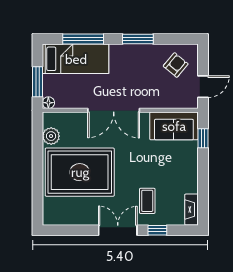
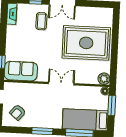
double door: (114, 110) -> (61, 84), width x0.73
plant: (51, 136) -> (104, 79), moved

